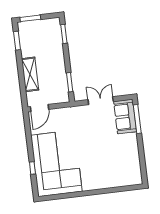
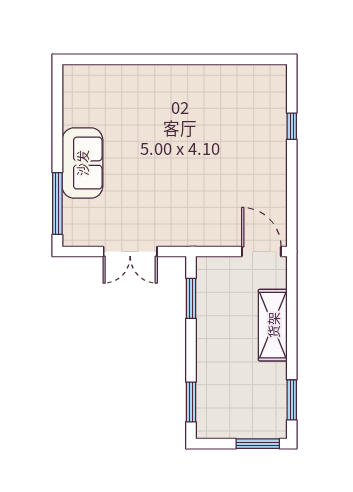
door: (40, 108) -> (261, 251), hinge flipped
sofa: (125, 117) -> (82, 163), moved
corner sofa: (56, 163) -> (240, 130), removed

